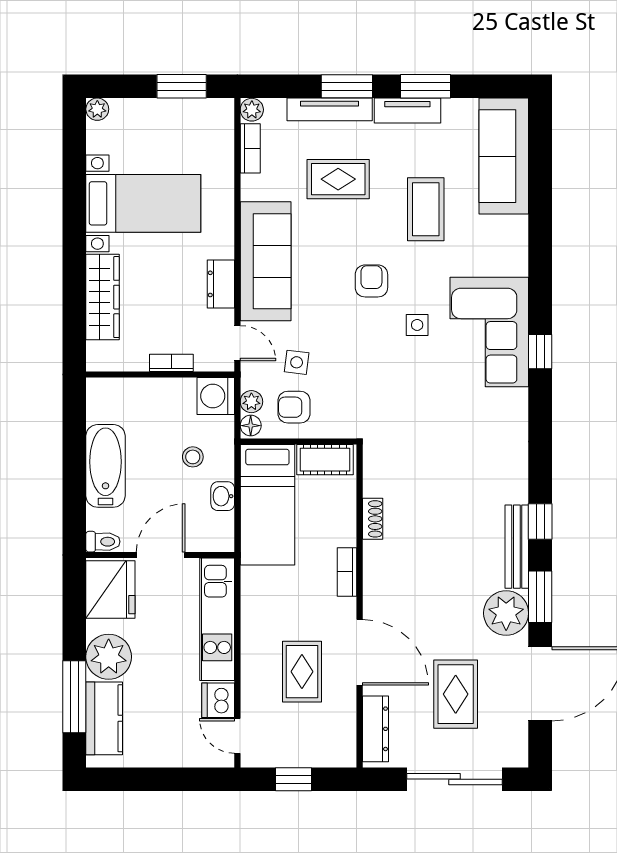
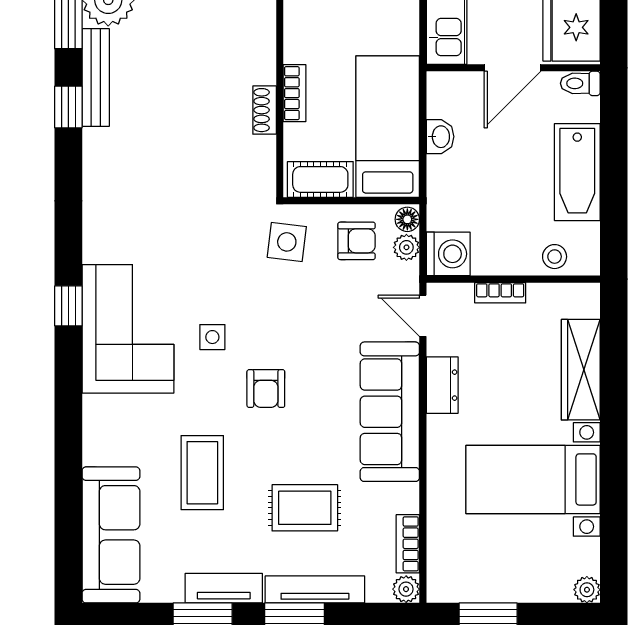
side table: (297, 362) -> (287, 242), moved, width x1.37, depth x1.37
stool: (193, 457) -> (555, 257), moved
bookcase: (347, 572) -> (295, 93), moved

